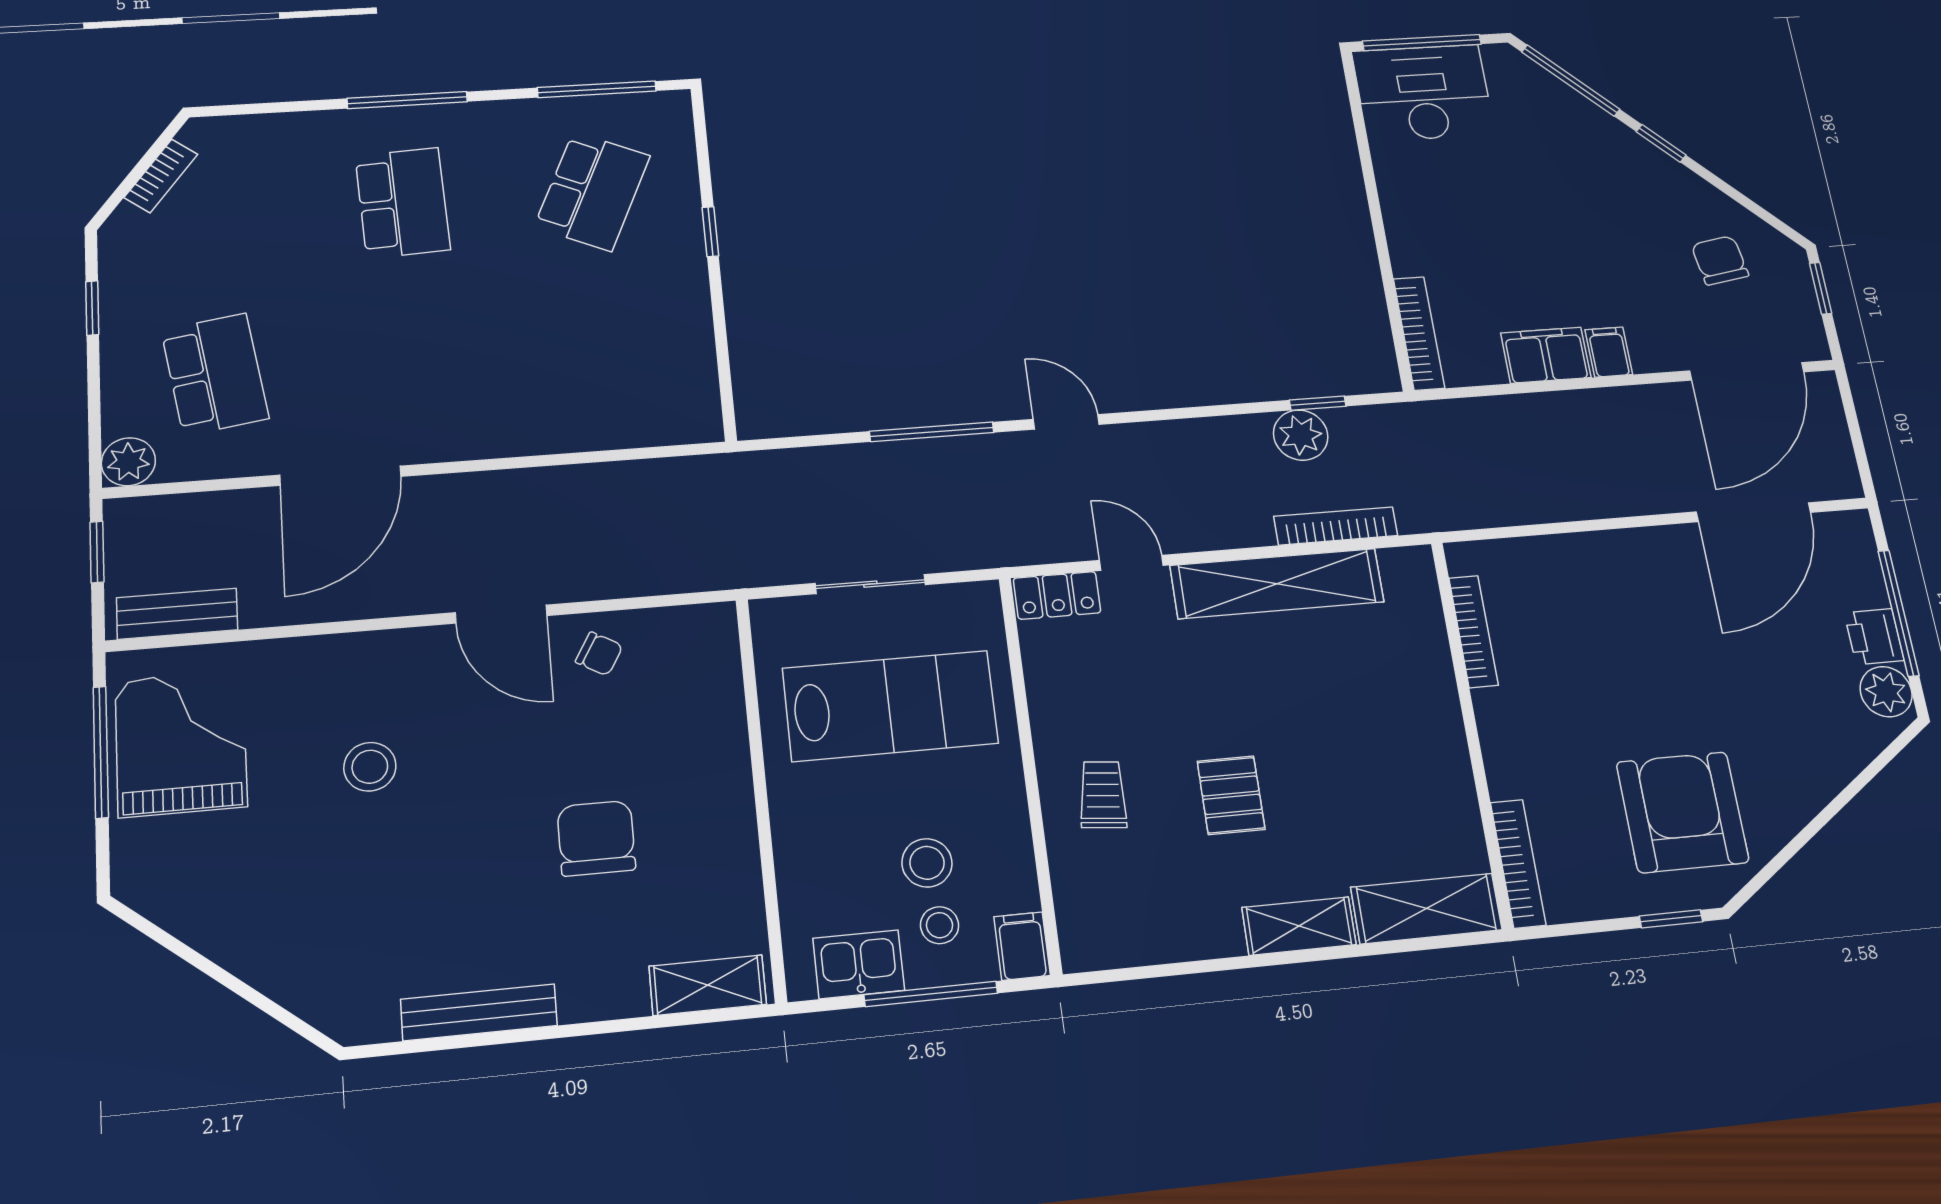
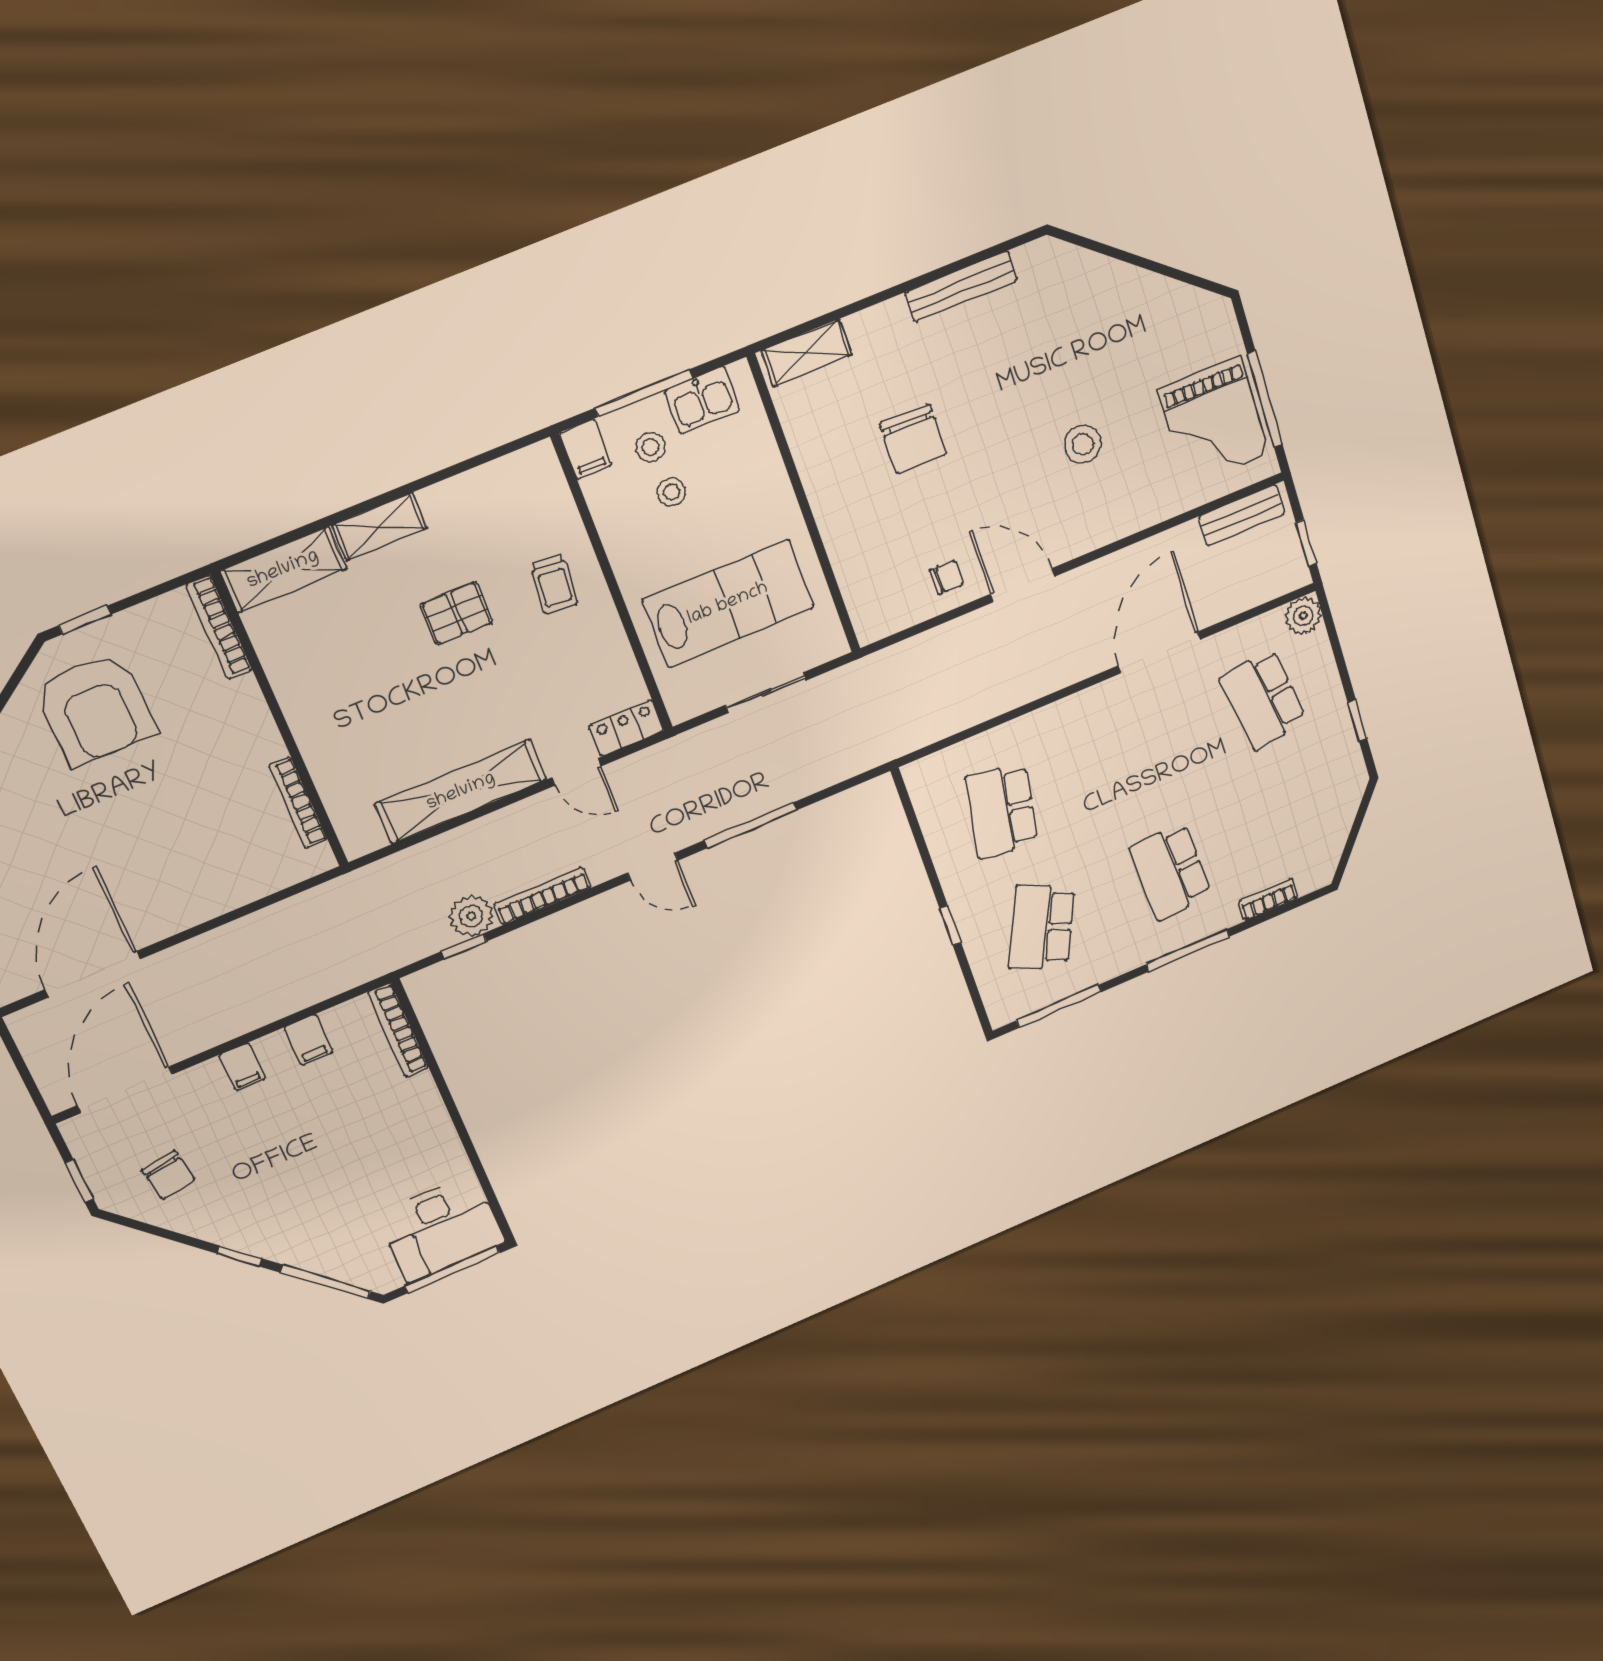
bookcase: (161, 176) -> (1268, 900), moved, turned 53
school desk: (605, 347) -> (1002, 811), added
filing cabinet: (1546, 355) -> (308, 1040), width x0.50
bookcase: (1336, 526) -> (543, 896), moved, turned 180
chair: (599, 654) -> (947, 577), turned 150
lab bench: (890, 706) -> (728, 604), turned 180
pallet: (1231, 795) -> (456, 613), turned 90
stool: (927, 863) -> (671, 492), width x0.73, depth x0.73

